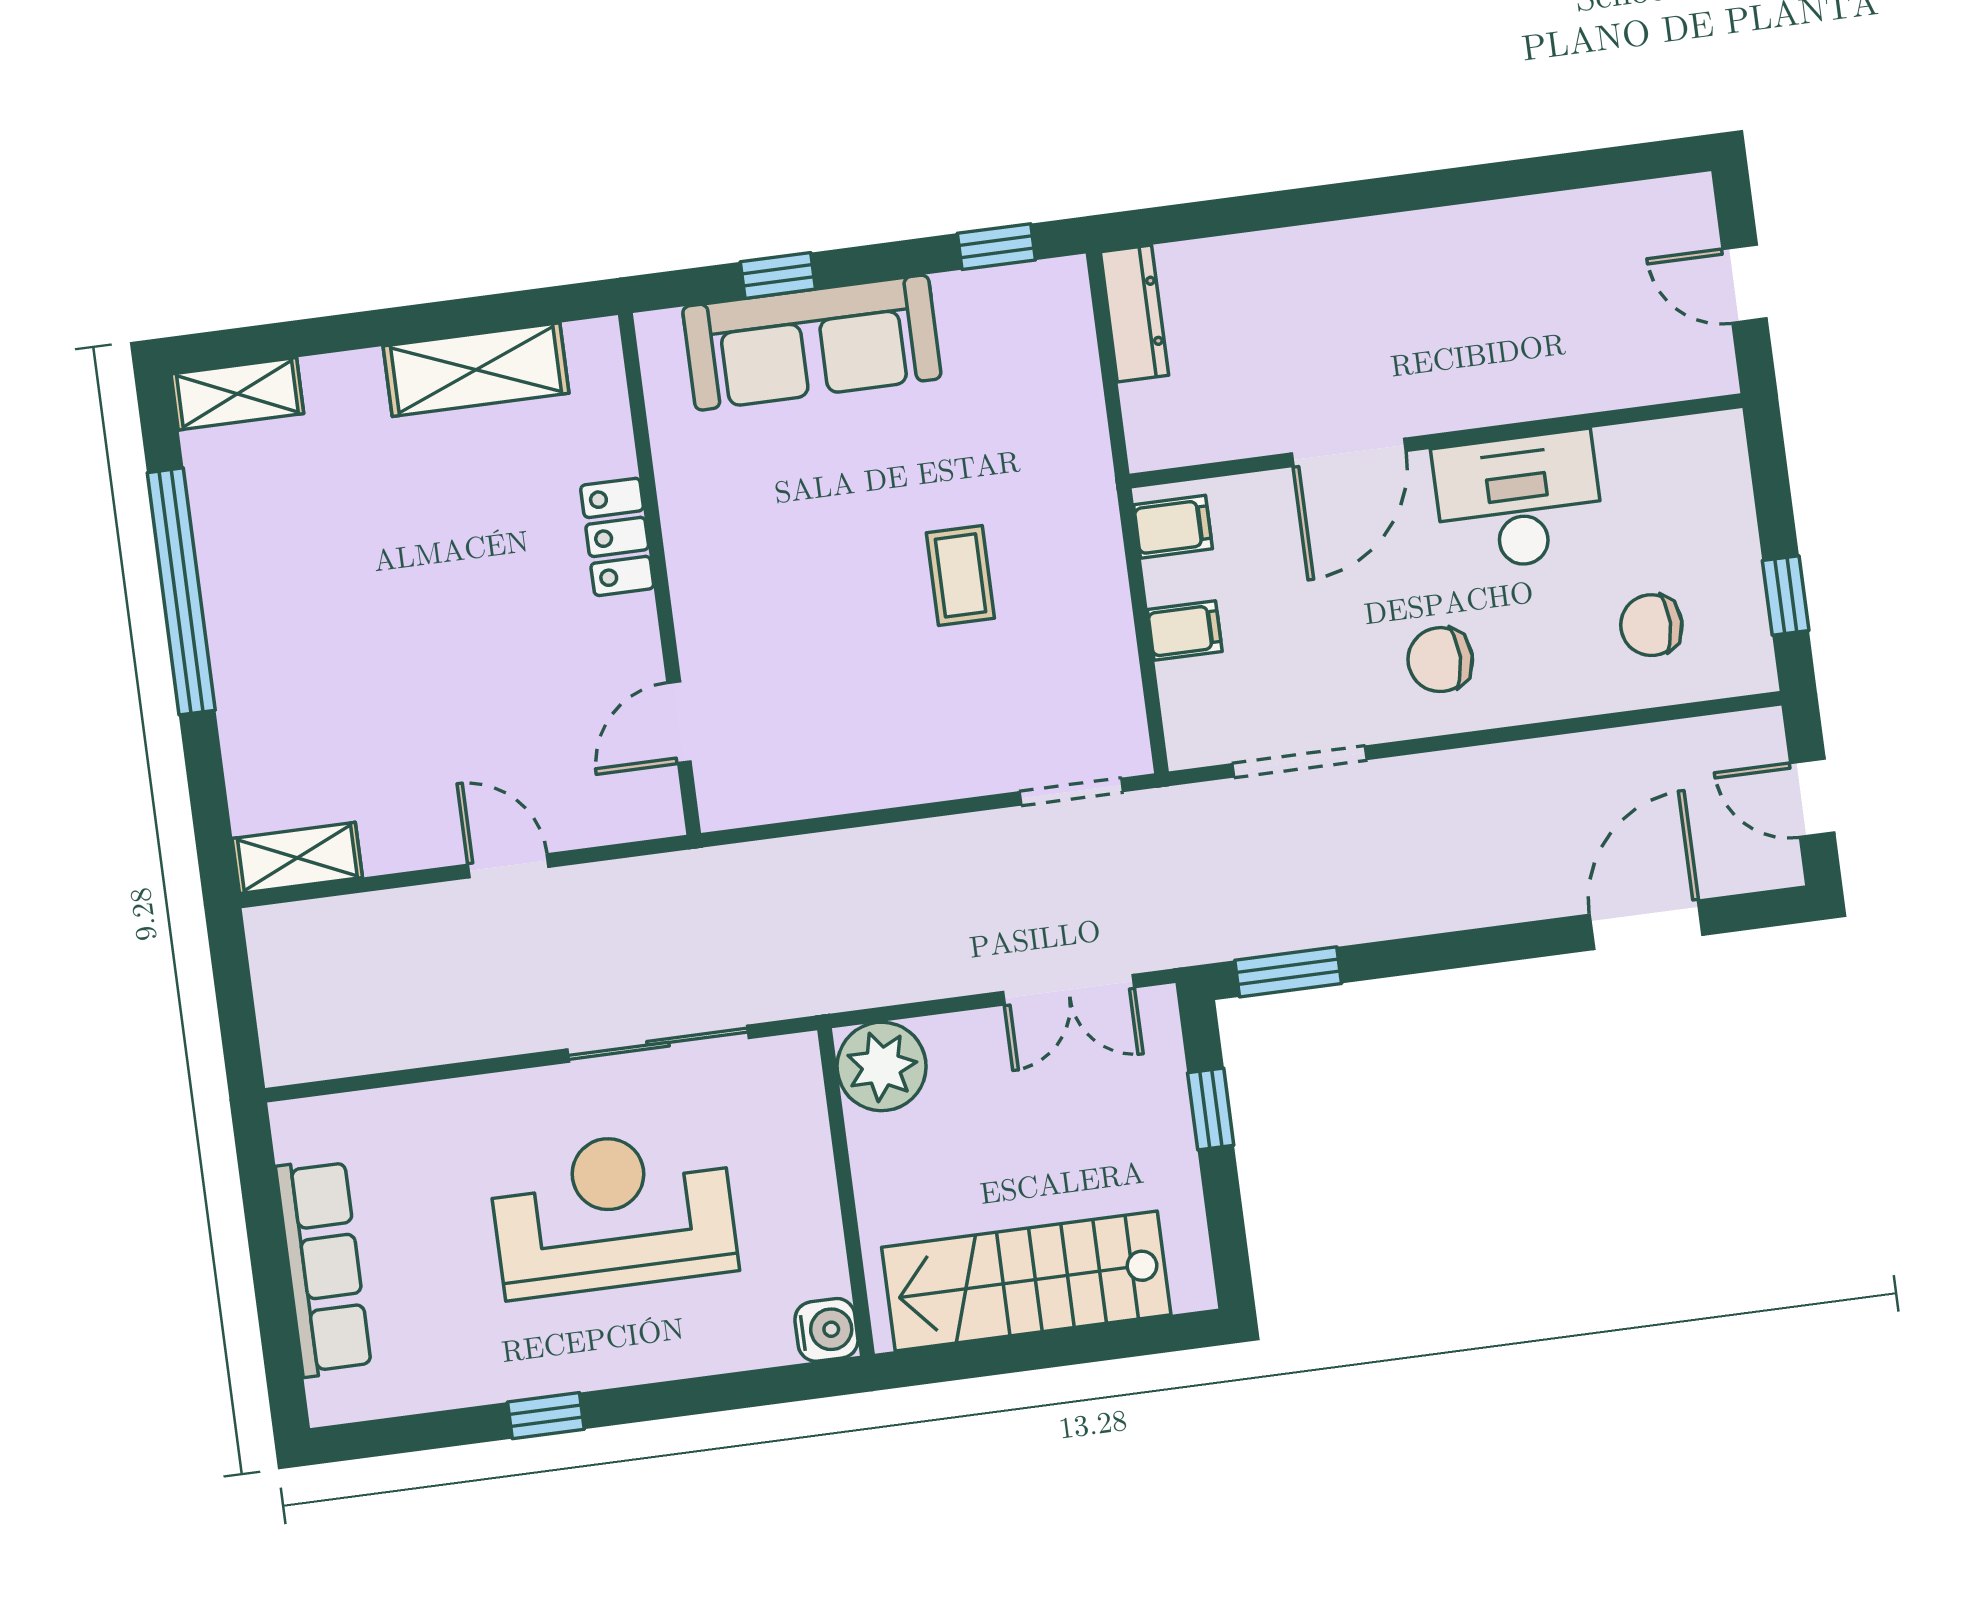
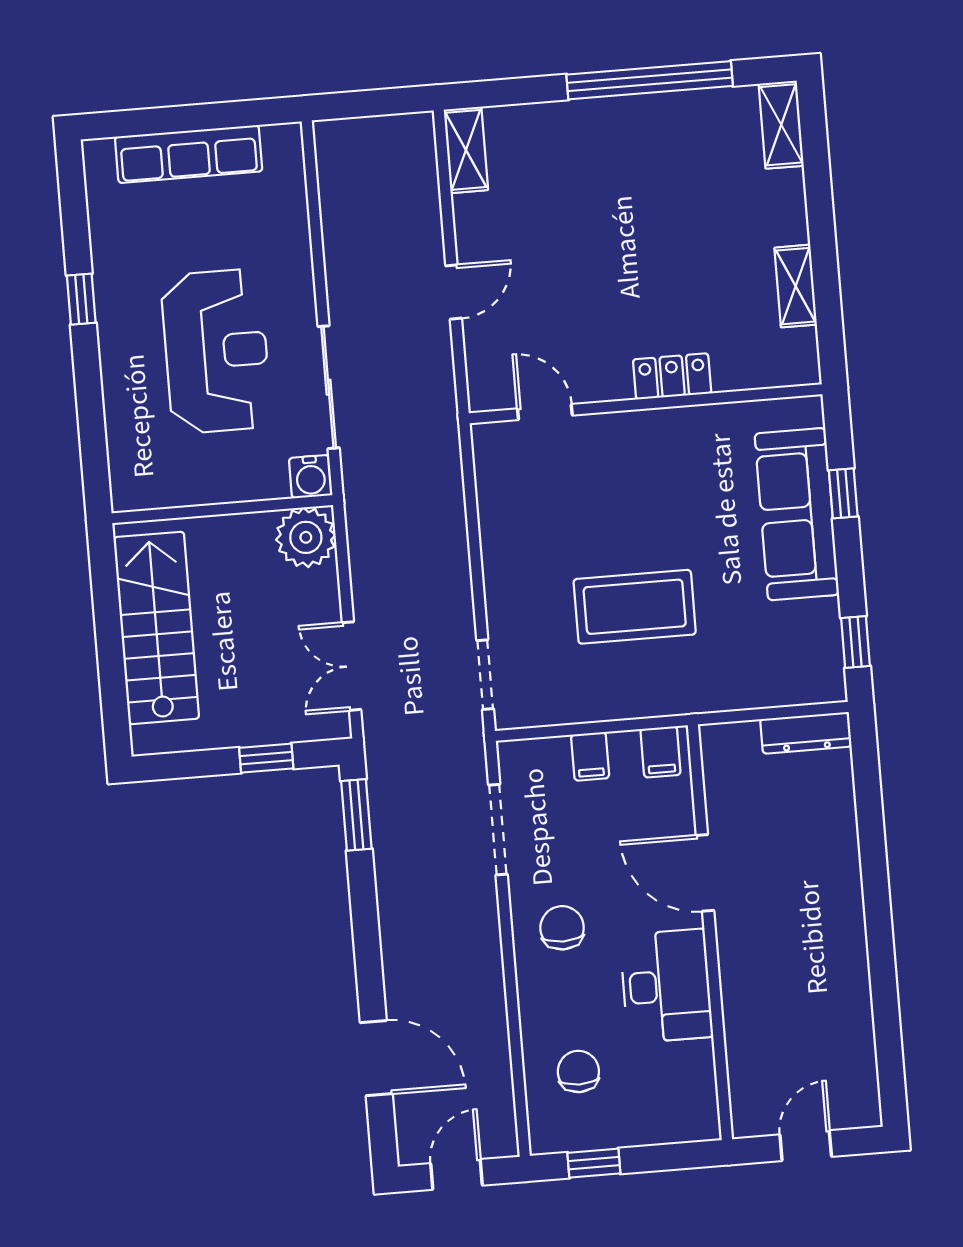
shelving: (476, 370) -> (796, 286), width x0.67, depth x0.75
coffee table: (960, 575) -> (635, 607), width x1.86, depth x1.72
water cooler: (826, 1330) -> (311, 477), moved

